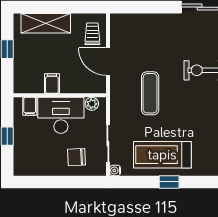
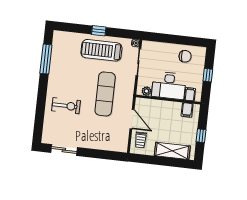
filing cabinet: (52, 84) -> (187, 110), moved
exercise mat: (150, 93) -> (105, 94), width x1.36, depth x1.45
treadmill: (162, 155) -> (101, 50), turned 180
chair: (77, 157) -> (185, 56), moved

